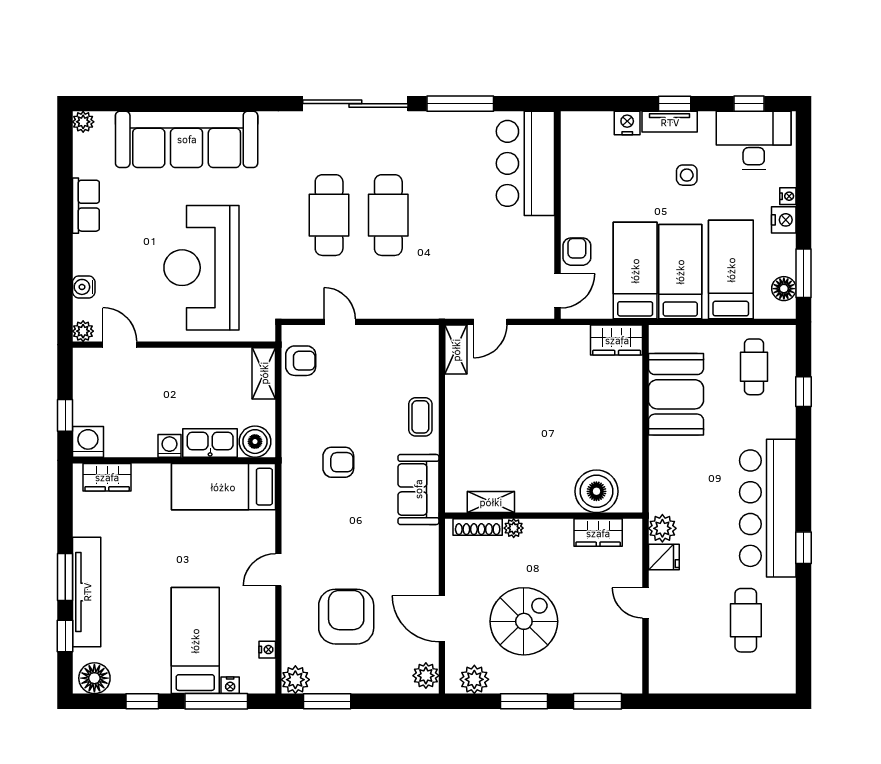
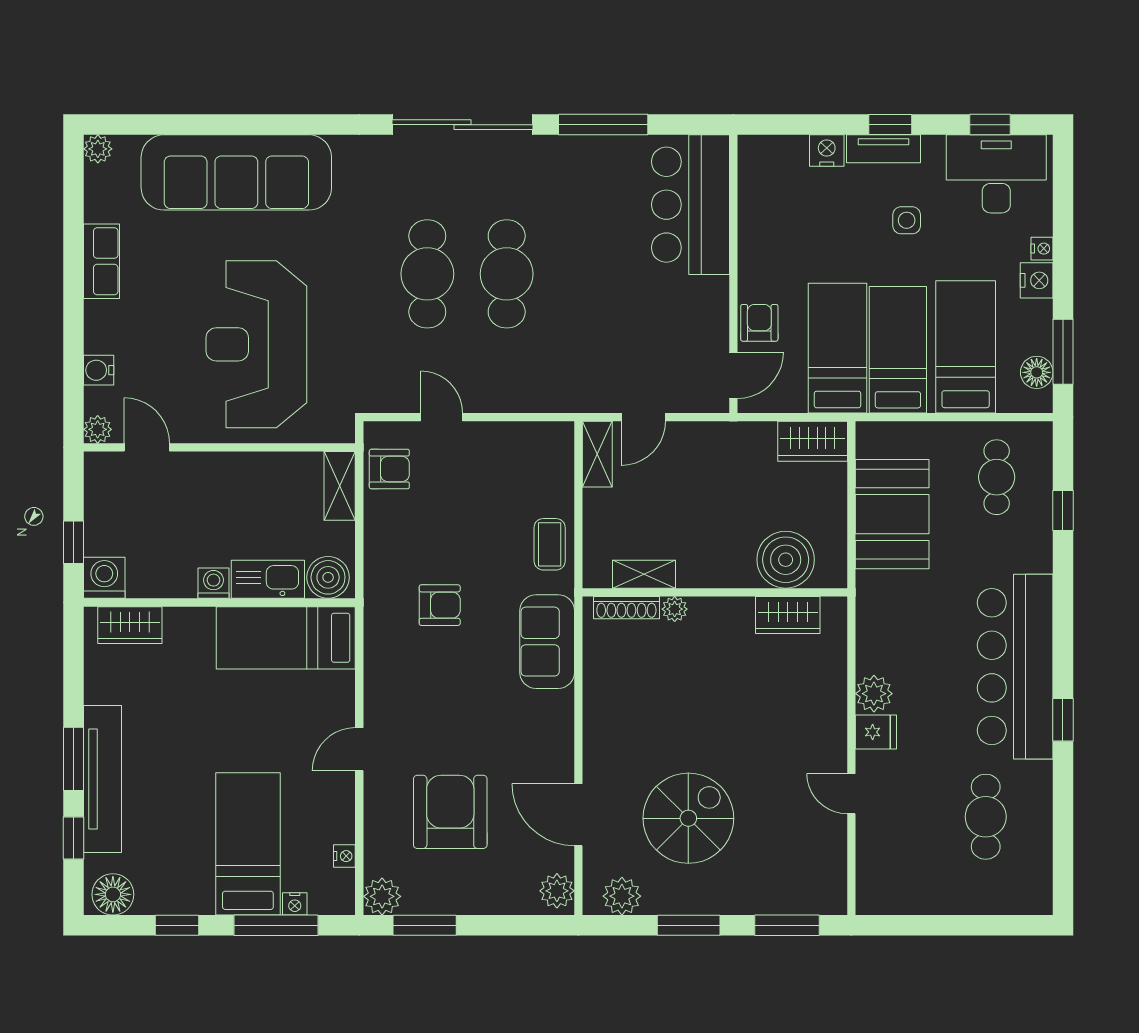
boiler: (596, 491) -> (786, 560), moved
shelving: (491, 502) -> (644, 574), moved
wall: (544, 516) -> (715, 592), moved
shoe rack: (478, 527) -> (626, 608), moved
plant: (514, 528) -> (675, 609), moved
wardrobe: (598, 533) -> (788, 615), moved

